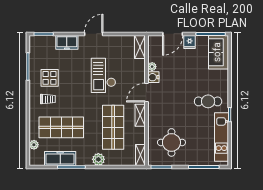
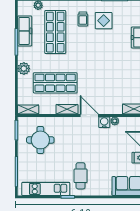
checkout: (103, 75) -> (106, 73), removed

